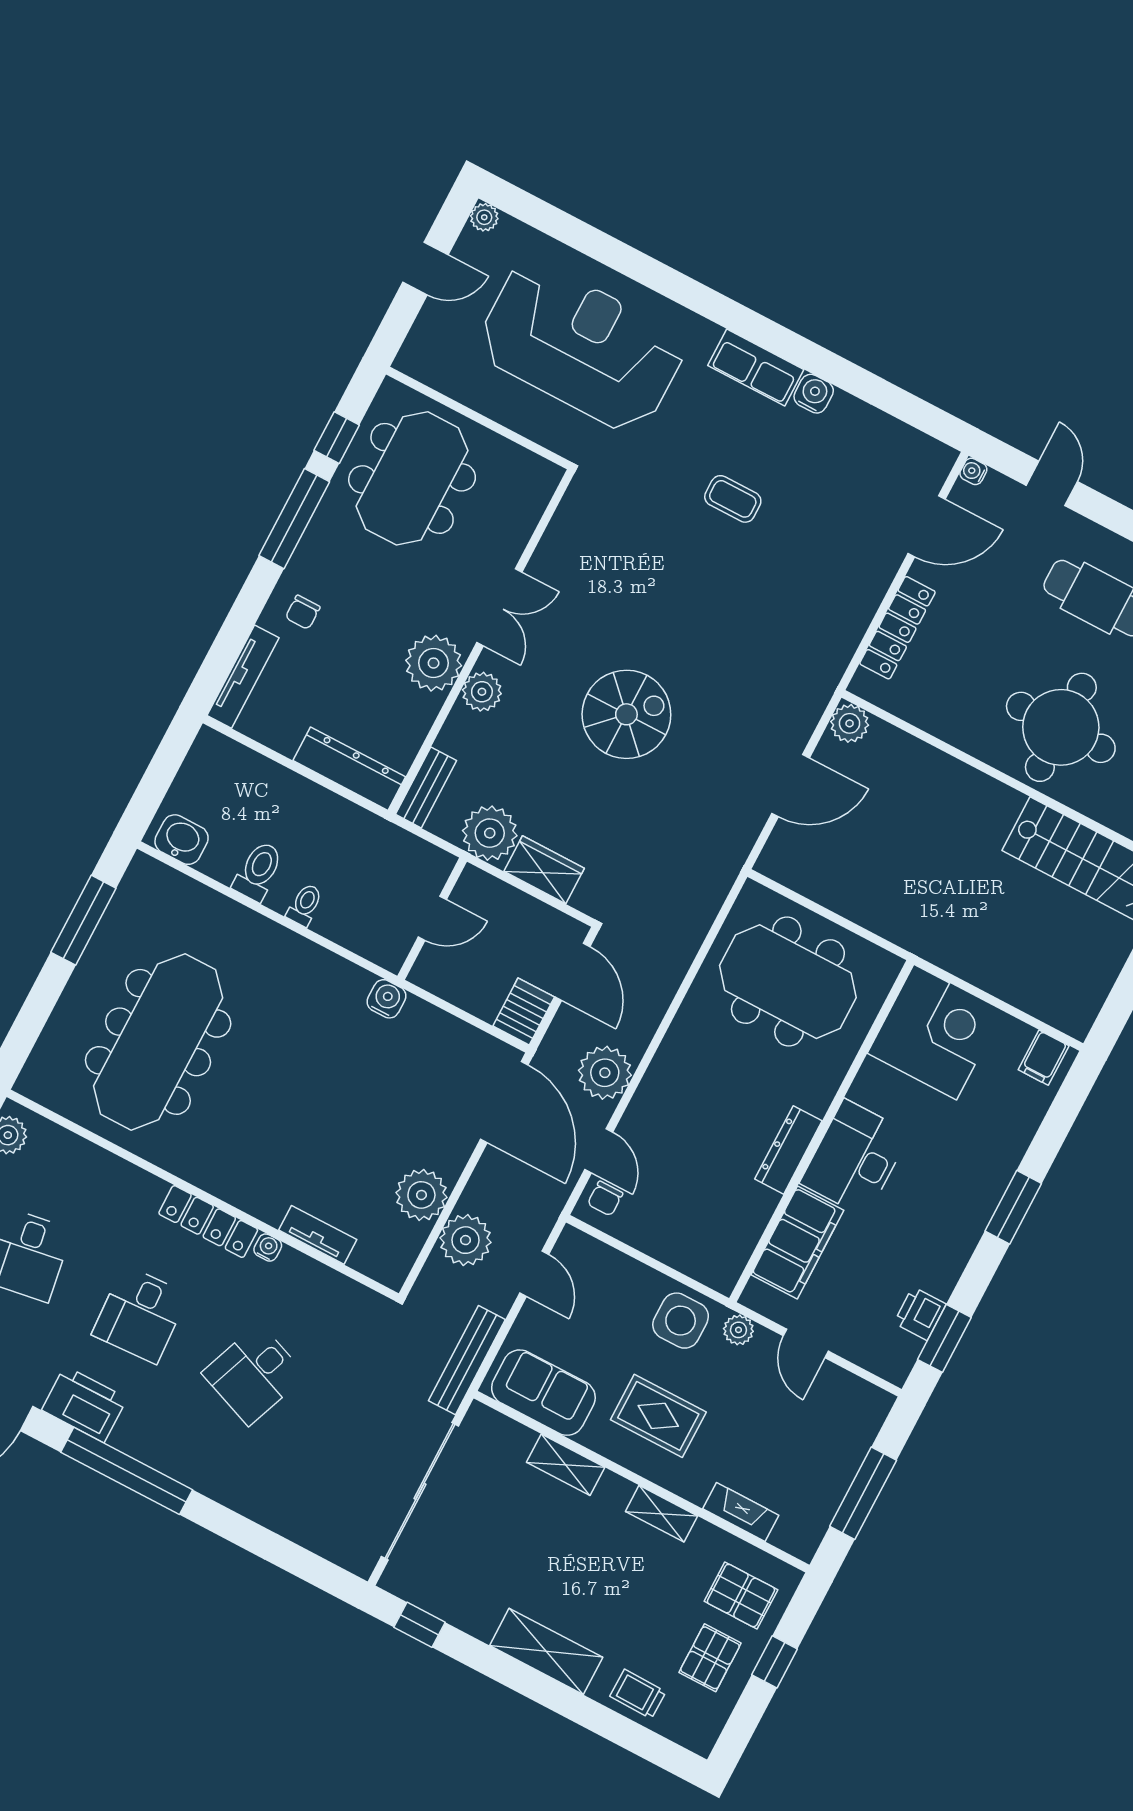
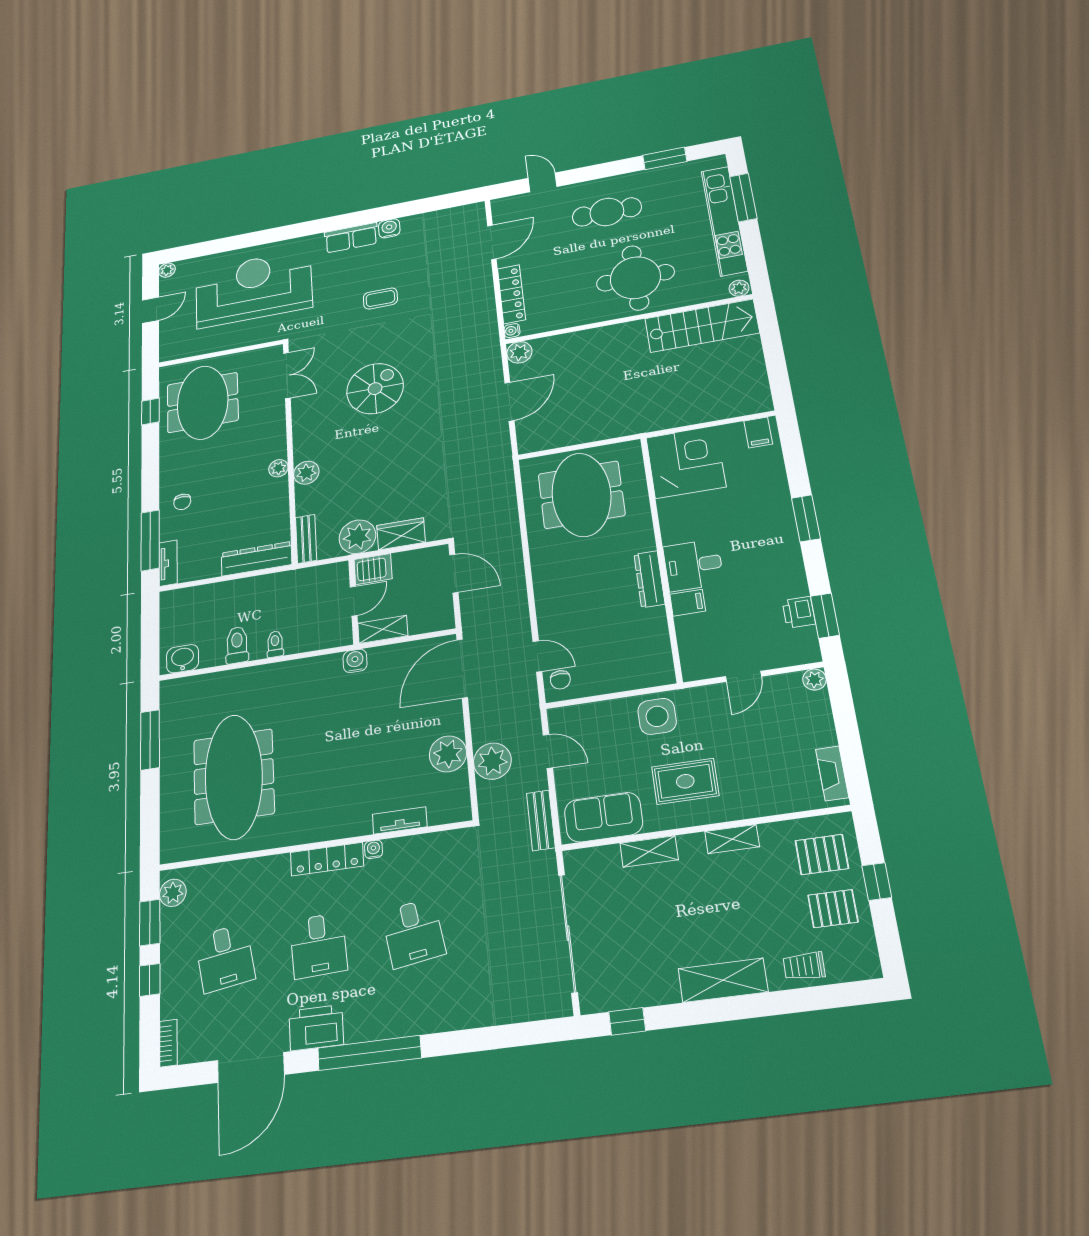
water cooler: (973, 471) -> (512, 331), moved
window: (294, 519) -> (150, 540), moved
double door: (499, 607) -> (287, 375), moved
plant: (434, 663) -> (278, 468), width x0.53, depth x0.53
tv unit: (243, 677) -> (168, 563), width x0.71
spiral stairs: (626, 714) -> (375, 389), moved
shelving: (444, 982) -> (383, 629), added
meeting table: (788, 982) -> (581, 495), turned 90
server rack: (524, 1011) -> (373, 569), moved, turned 90
plant: (605, 1073) -> (511, 613), removed
door: (504, 1102) -> (462, 669), swing flipped
desk: (855, 1158) -> (693, 565), width x0.73
filing cabinet: (797, 1243) -> (688, 603), width x0.33, depth x0.86
plant: (738, 1330) -> (814, 680), moved
door: (806, 1343) -> (743, 676), hinge flipped
bench: (467, 1360) -> (541, 820), width x0.73
desk: (254, 1374) -> (413, 933), turned -30
window: (863, 1493) -> (849, 738), removed
fireplace: (741, 1512) -> (832, 773), moved, turned -90
pallet: (710, 1658) -> (833, 909), turned 90

